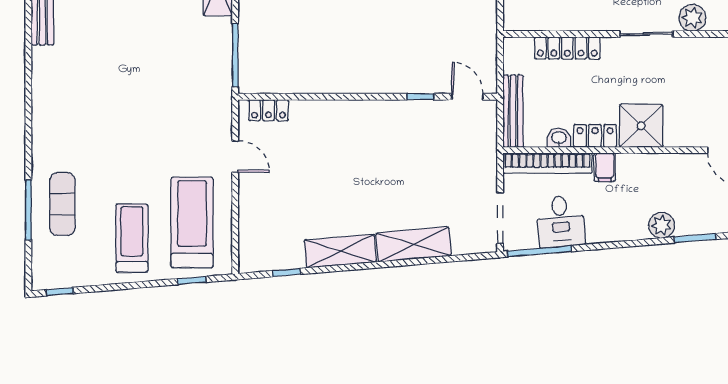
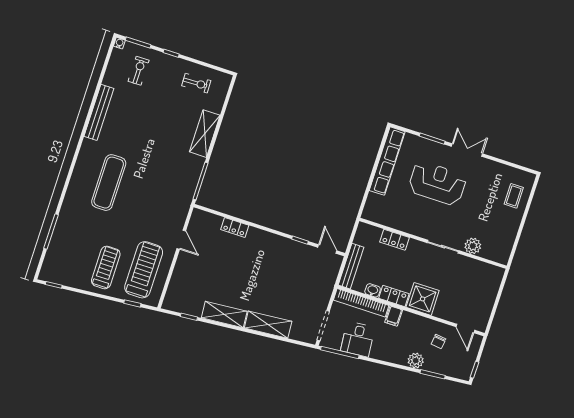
locker: (567, 48) -> (395, 240), width x0.66
locker: (268, 110) -> (235, 227), moved
chair: (688, 184) -> (438, 342), added
exercise mat: (62, 204) -> (109, 183), moved, width x1.36, depth x1.45

